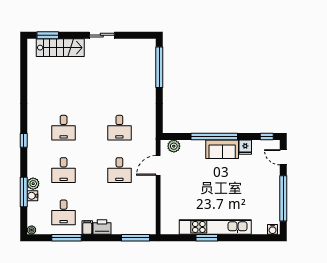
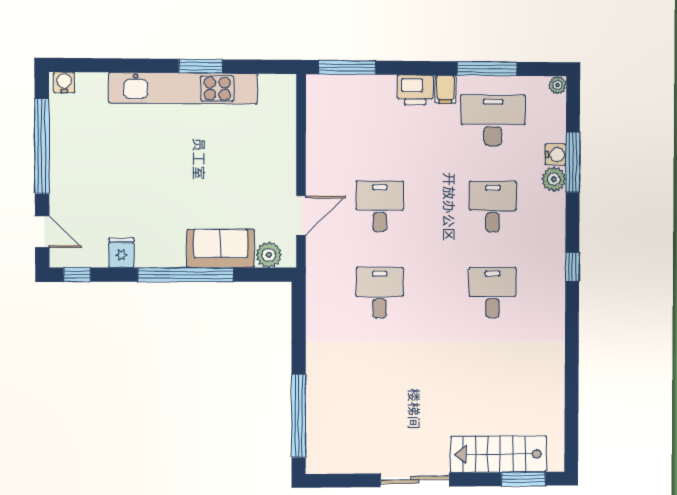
sliding door: (102, 35) -> (415, 480), width x1.37
sofa: (222, 149) -> (221, 248), moved
desk: (64, 212) -> (493, 120), width x1.37

